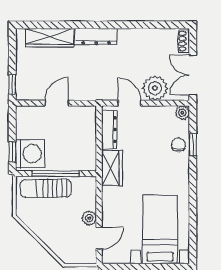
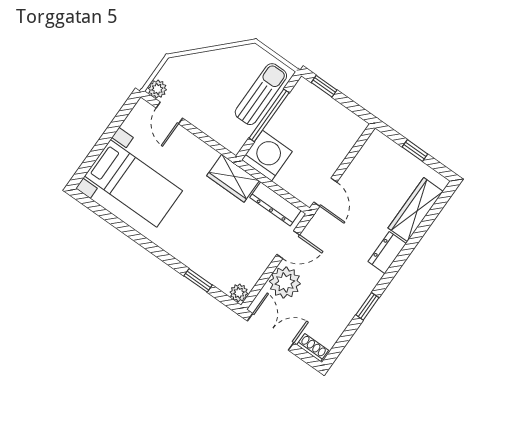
window: (133, 25) -> (367, 306), added
dresser: (96, 36) -> (387, 253), width x0.70
window: (12, 84) -> (415, 150), moved
door: (57, 103) -> (325, 192), moved
chair: (178, 145) -> (208, 265), removed
washing machine: (30, 154) -> (267, 156), moved, turned 180
plant: (89, 218) -> (157, 89), moved

